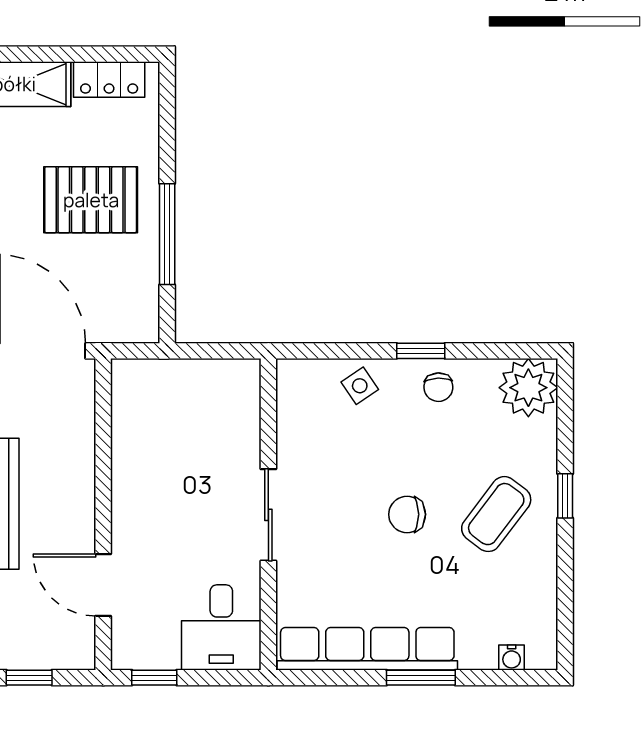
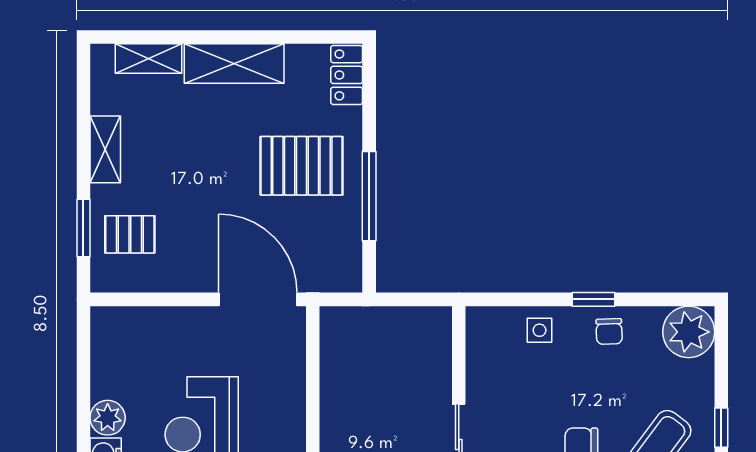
locker: (109, 80) -> (347, 75), moved, turned 90
side table: (360, 386) -> (540, 330), turned 34

